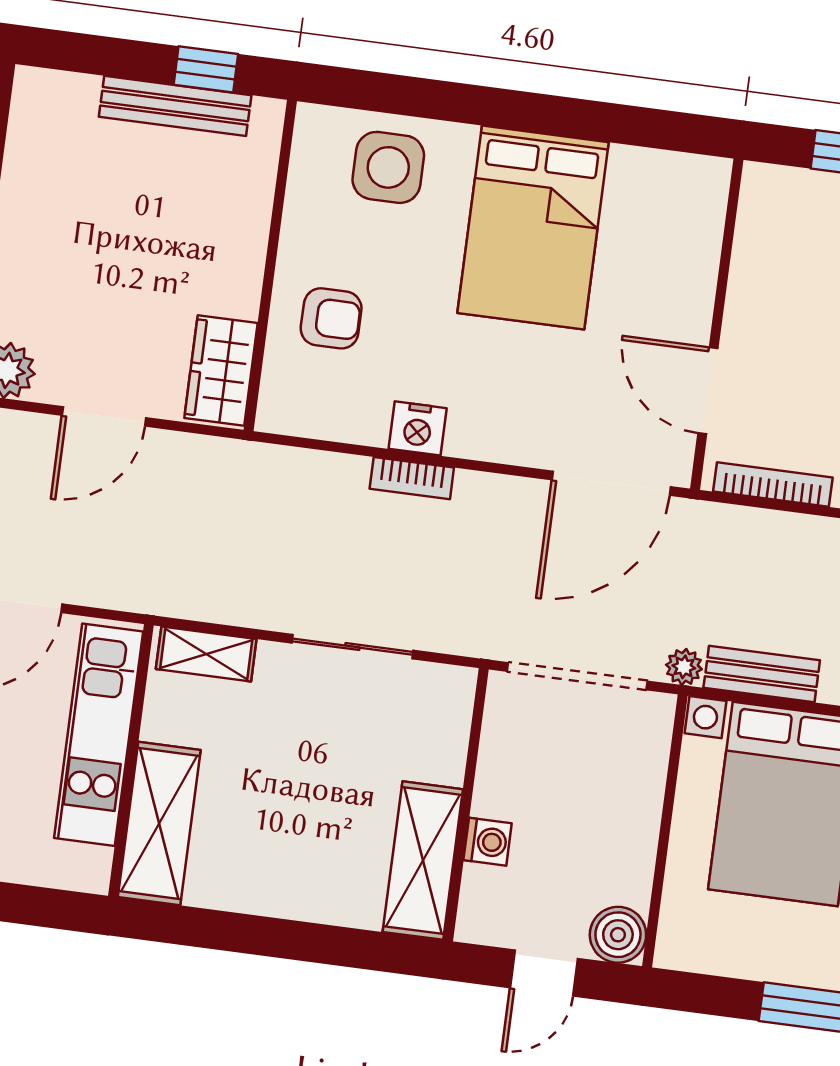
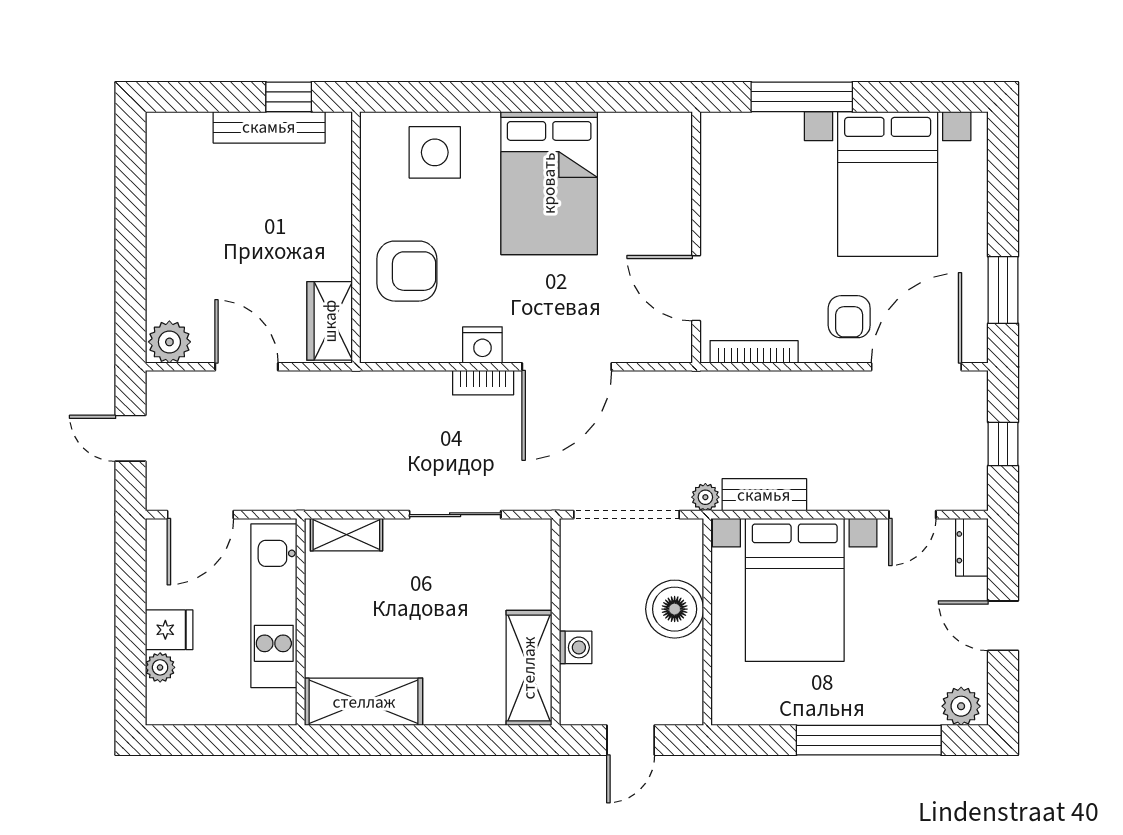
armchair: (331, 318) -> (407, 271), width x1.38, depth x1.38
door: (104, 416) -> (246, 367), swing flipped
door: (611, 483) -> (567, 367), moved
shelving: (159, 824) -> (364, 702), moved, turned 90
boiler: (618, 935) -> (675, 609), moved, width x1.37, depth x1.37

